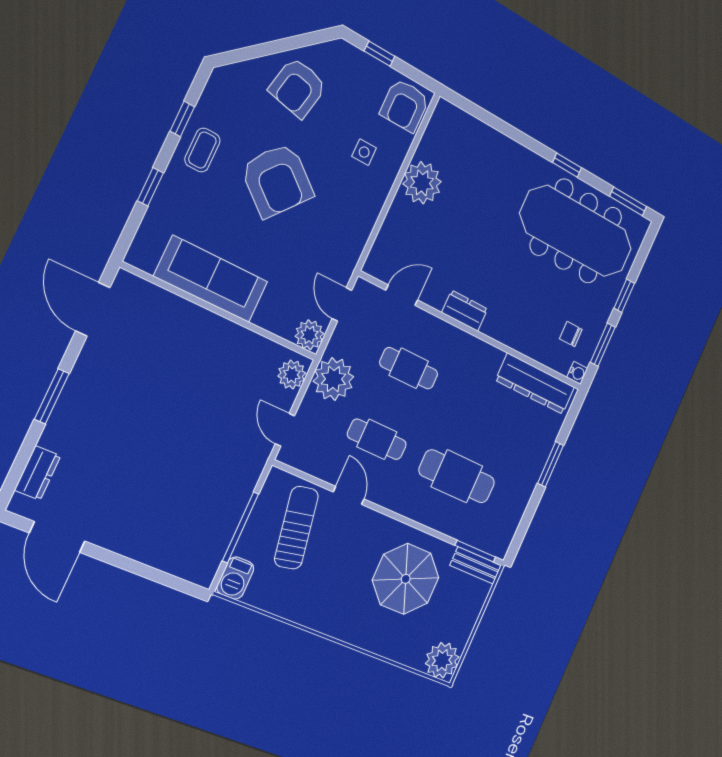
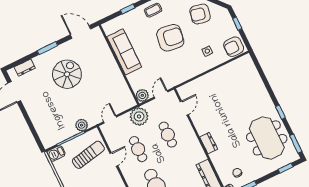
armchair: (277, 180) -> (170, 38), turned -122
plant: (422, 183) -> (220, 77), removed
meeting table: (576, 231) -> (267, 138), width x0.73
door: (402, 295) -> (184, 108), hinge flipped
window: (624, 296) -> (286, 168), moved
door: (93, 309) -> (80, 32), hinge flipped
dresser: (465, 311) -> (209, 143), moved
plant: (292, 375) -> (82, 125), moved
spiral stairs: (134, 415) -> (67, 74), added

